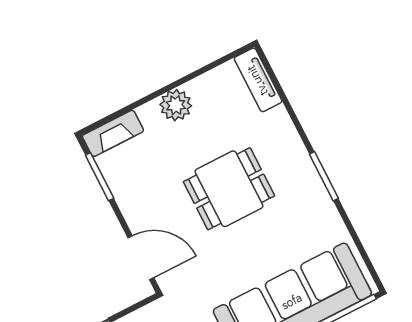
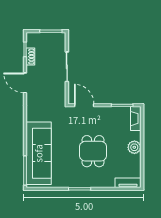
door: (141, 258) -> (84, 105), swing flipped

